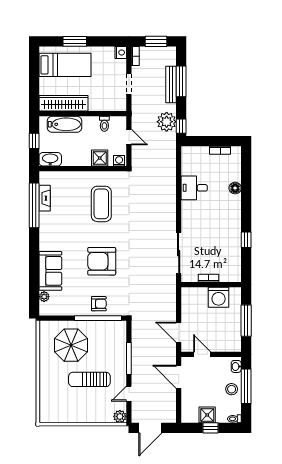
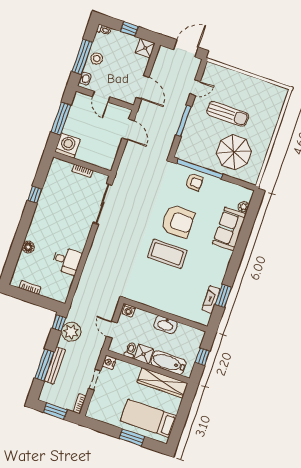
nightstand: (121, 52) -> (109, 362), moved
shower: (100, 158) -> (144, 354), moved
washbasin: (50, 159) -> (166, 325), moved
coffee table: (101, 204) -> (167, 254), moved, turned 90
window: (34, 205) -> (223, 296), width x0.47
washing machine: (219, 297) -> (68, 146), moved
armchair: (99, 304) -> (194, 182), turned 180
door: (202, 354) -> (101, 97), moved
shower: (207, 415) -> (145, 48), moved
plant: (120, 416) -> (211, 69), removed

